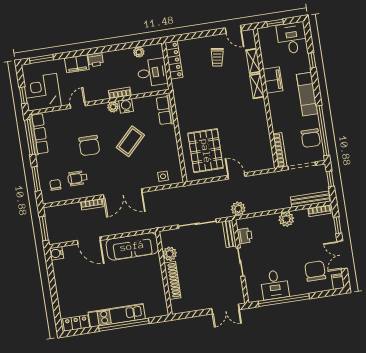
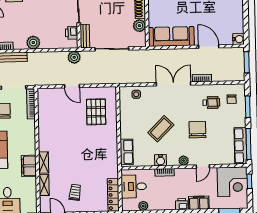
plant: (113, 107) -> (184, 161), moved
pallet: (206, 151) -> (96, 112), width x0.73, depth x0.71

